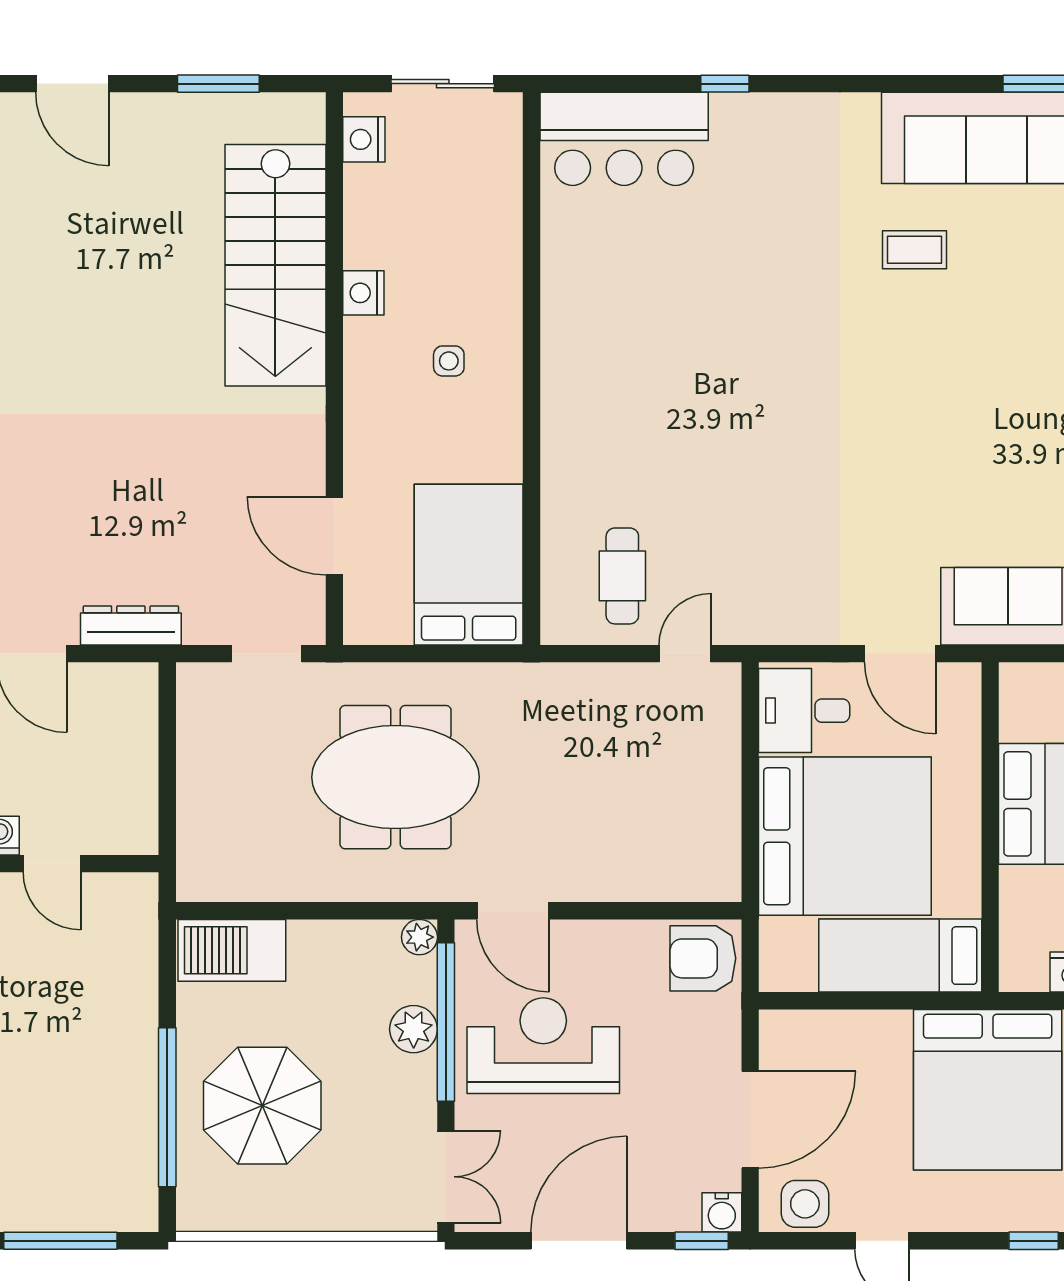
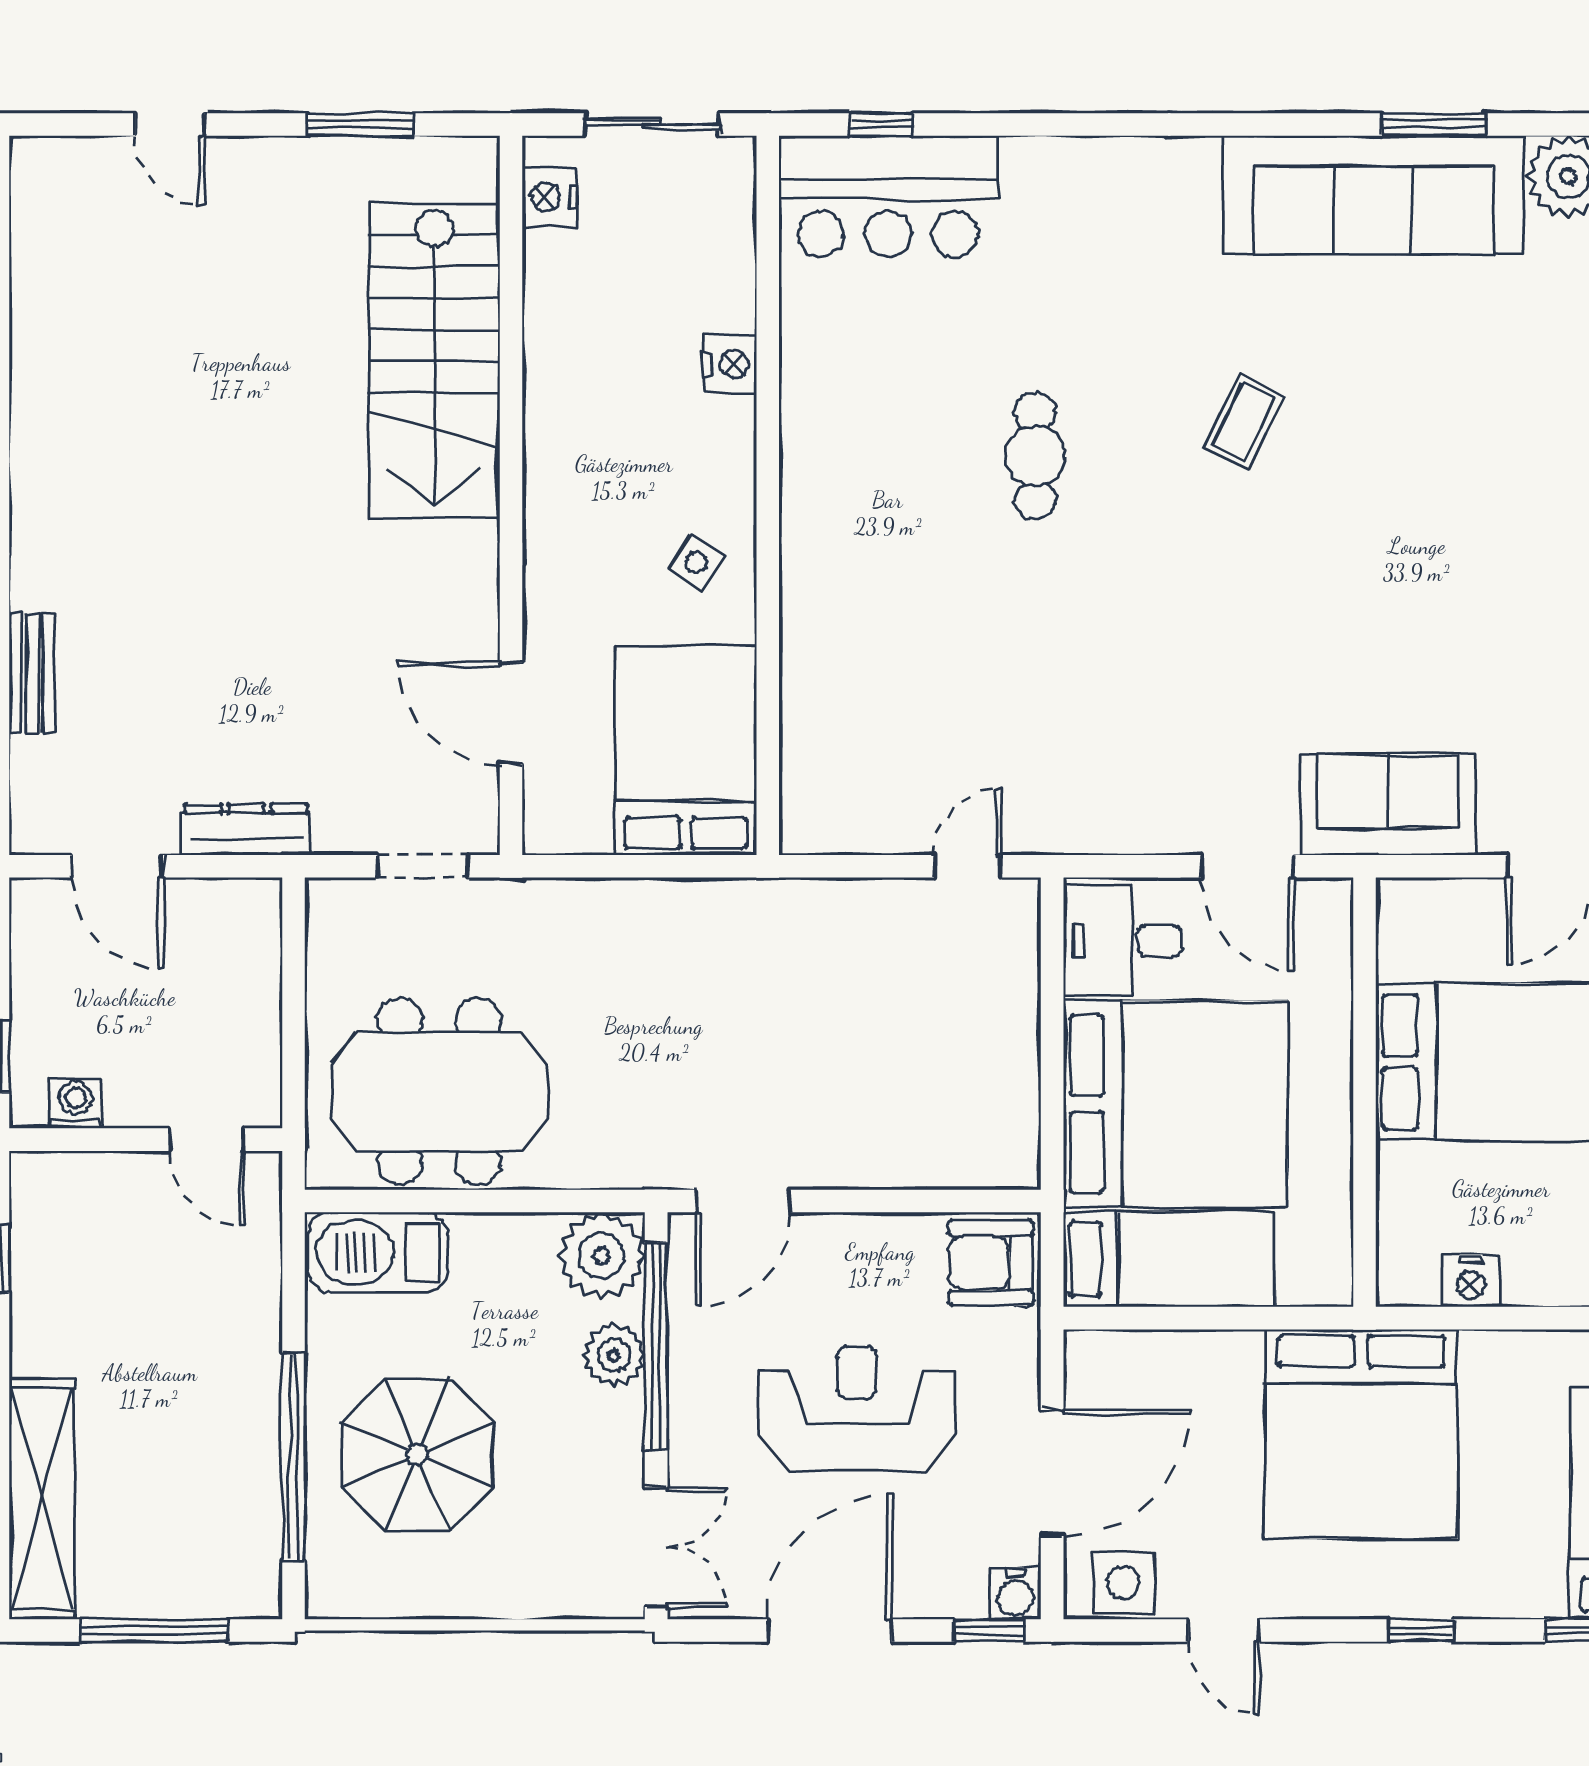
door: (72, 84) -> (170, 124), width x0.73
window: (725, 84) -> (881, 124), moved
coffee table: (915, 250) -> (1244, 422), moved, turned -64
nightstand: (363, 293) -> (730, 364), moved, turned 180
side table: (449, 361) -> (696, 562), moved, turned 33
cafe table: (622, 576) -> (1035, 456), moved
meeting table: (395, 777) -> (439, 1091), moved
door: (52, 864) -> (207, 1140), moved
door: (513, 911) -> (743, 1201), hinge flipped
plant: (419, 937) -> (601, 1256), width x1.87, depth x1.87
bed: (900, 956) -> (1169, 1259), moved, turned 180
reception desk: (543, 1046) -> (857, 1409), moved

